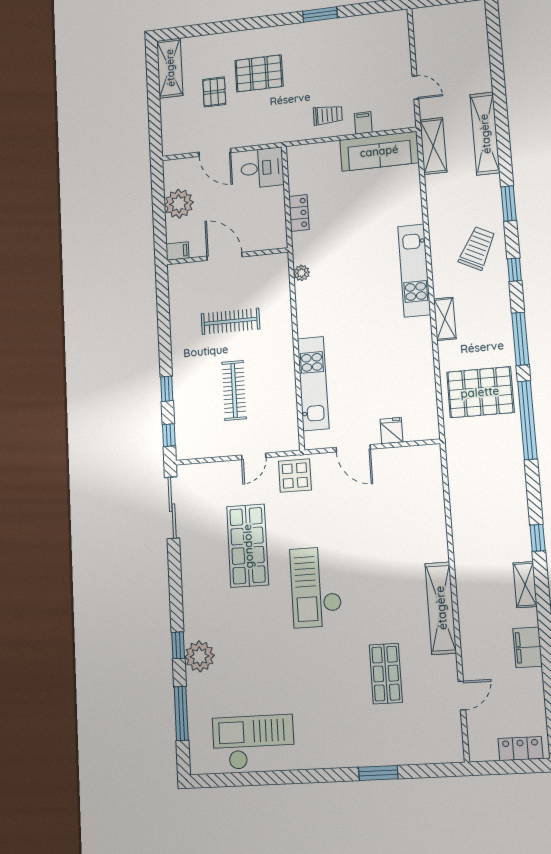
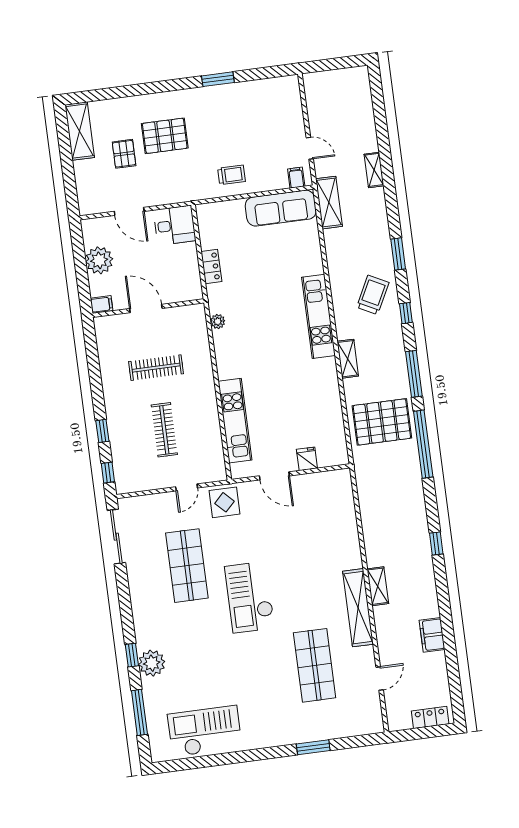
filing cabinet: (363, 123) -> (296, 178), moved
shelving: (485, 134) -> (374, 170), width x0.45, depth x0.75
shelving: (525, 585) -> (378, 586), moved
shop shelf: (386, 674) -> (315, 665), width x1.43, depth x1.36

